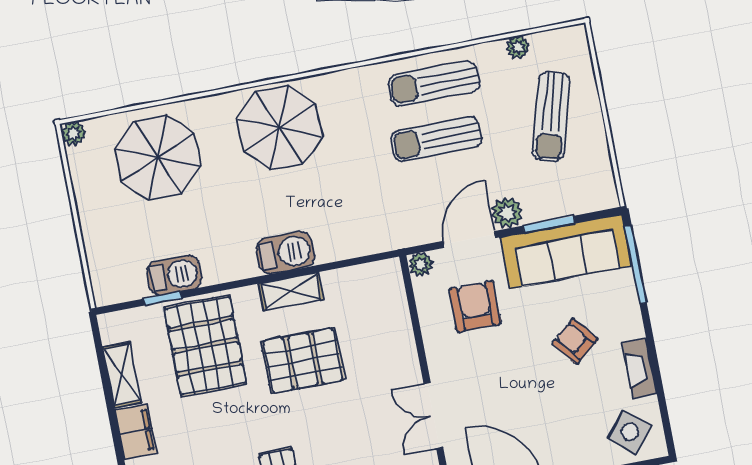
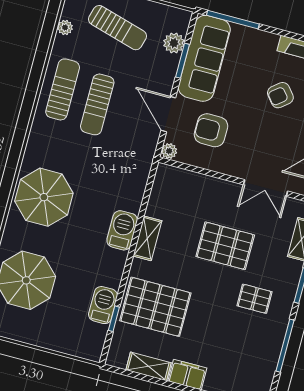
sun lounger: (434, 83) -> (63, 89), turned 180
plant: (507, 213) -> (174, 43), moved
armchair: (575, 341) -> (280, 95), moved
pallet: (303, 361) -> (225, 246), moved, turned 90

